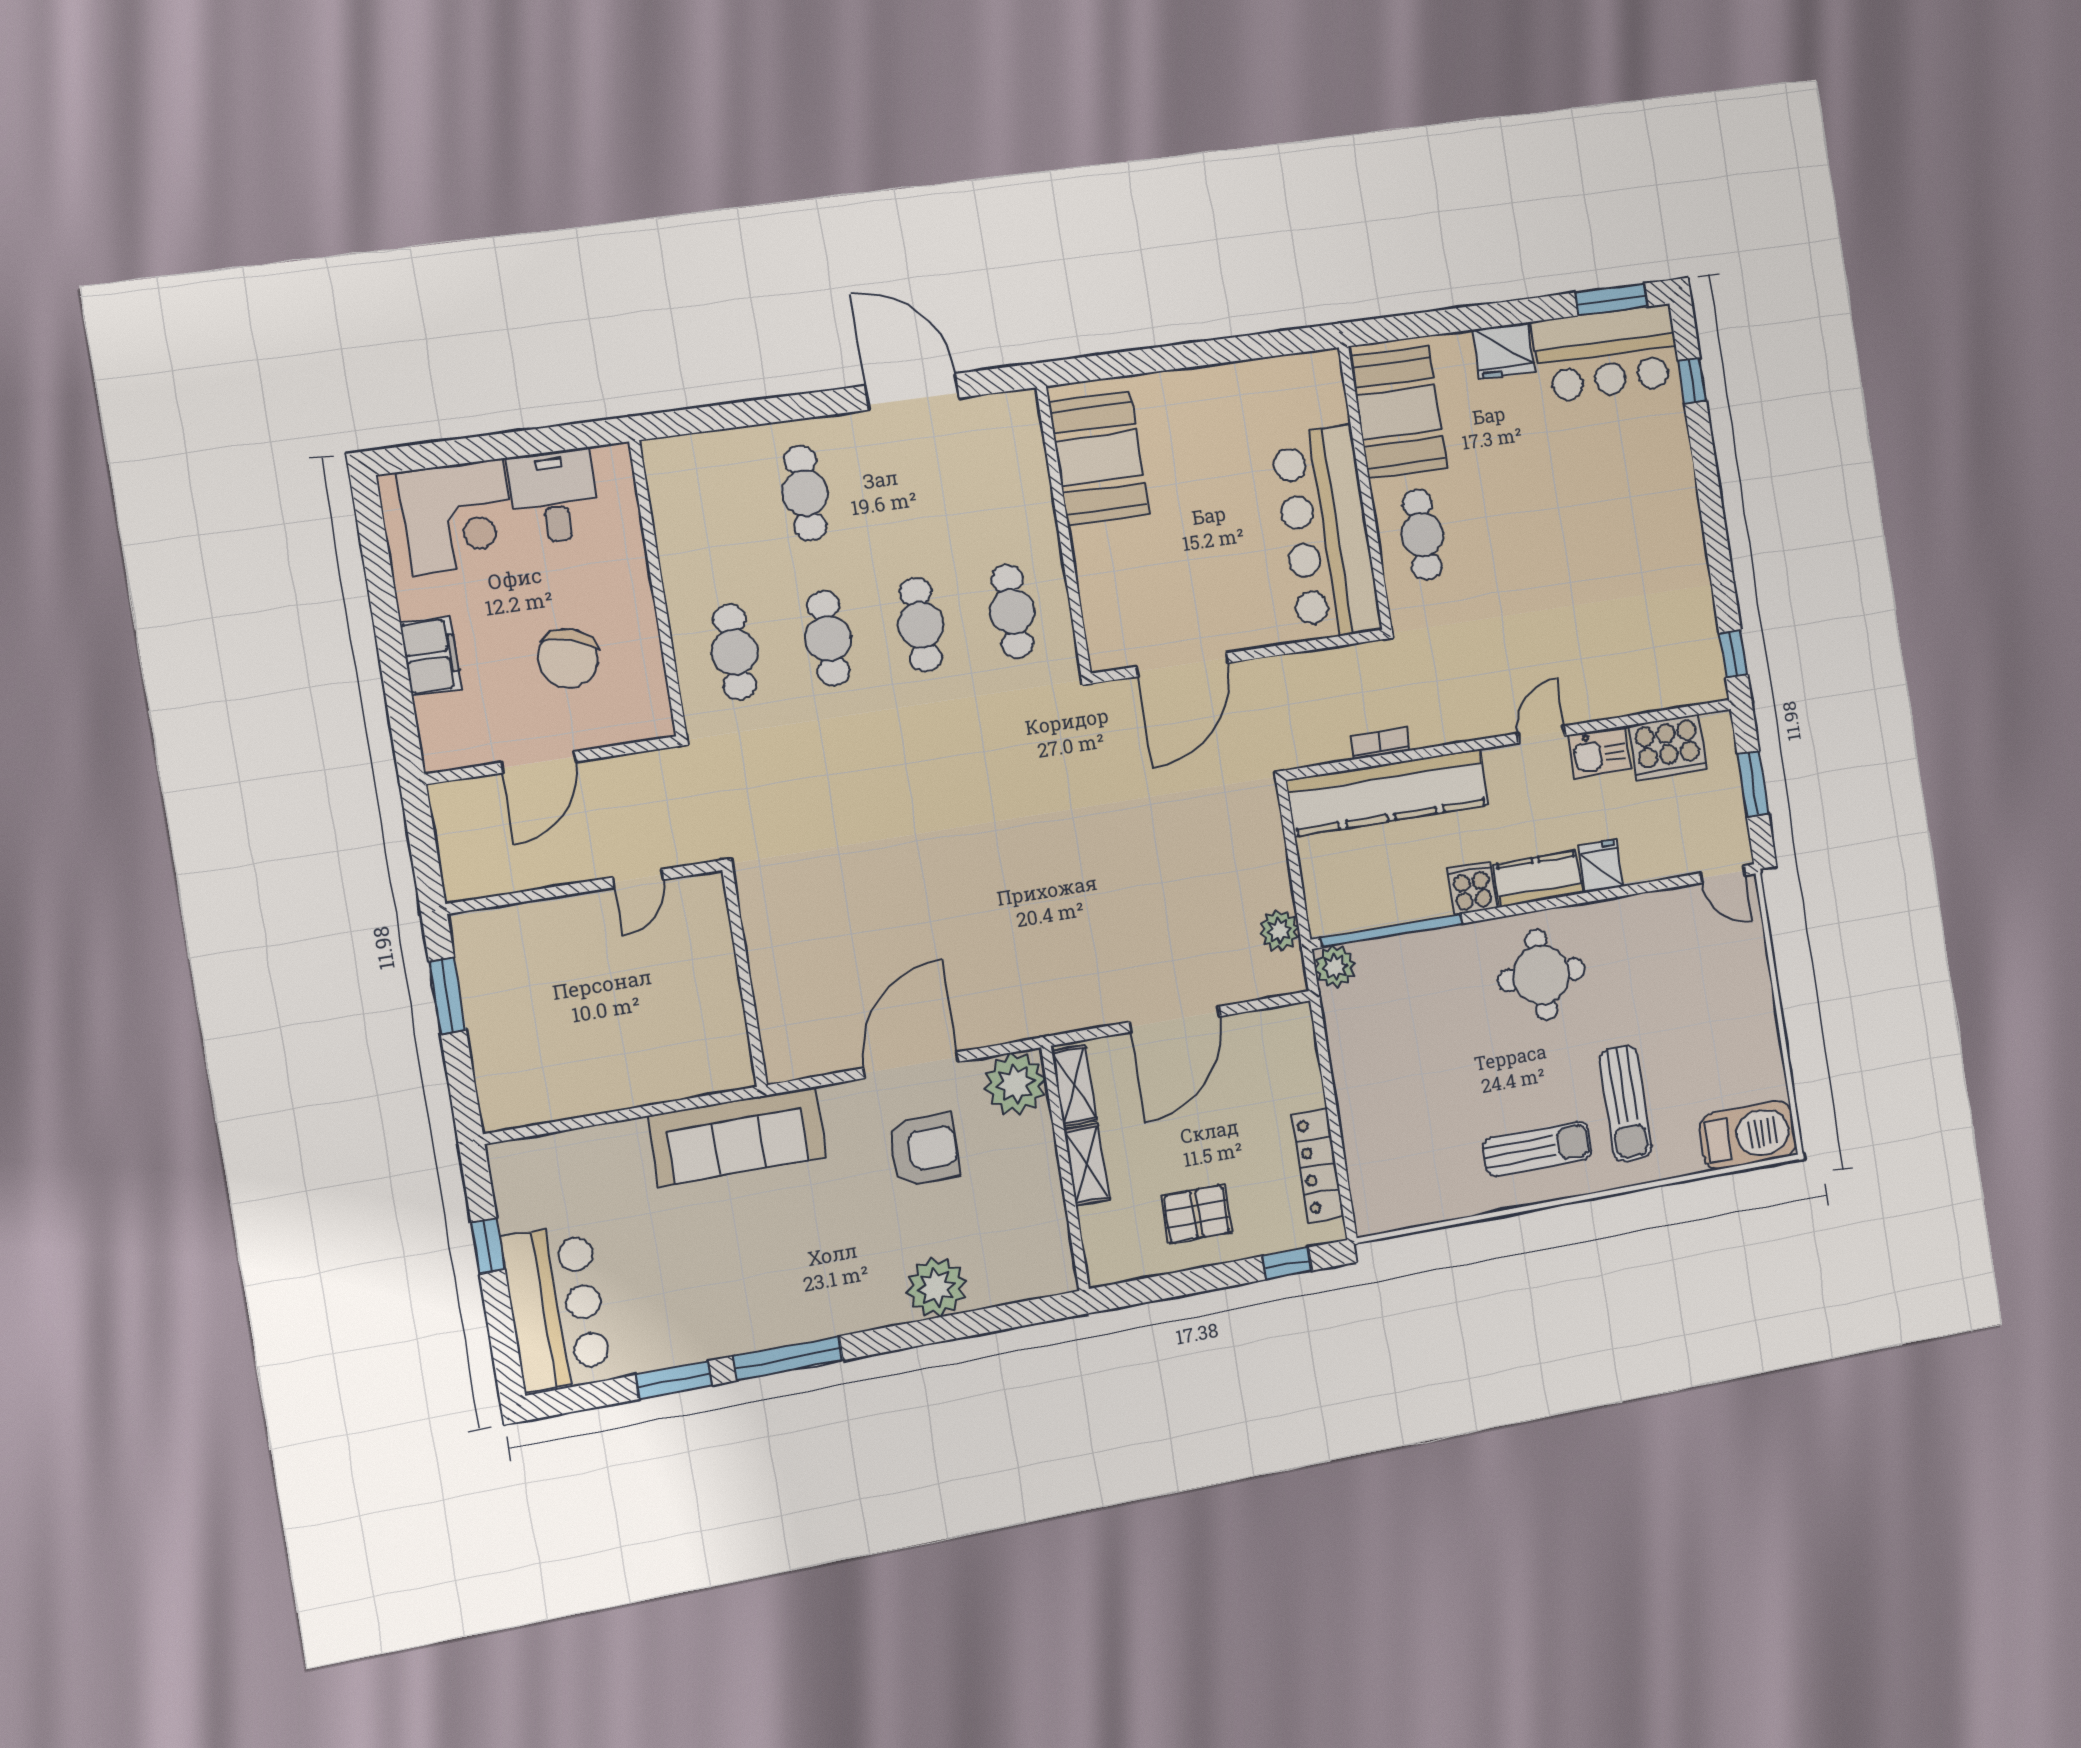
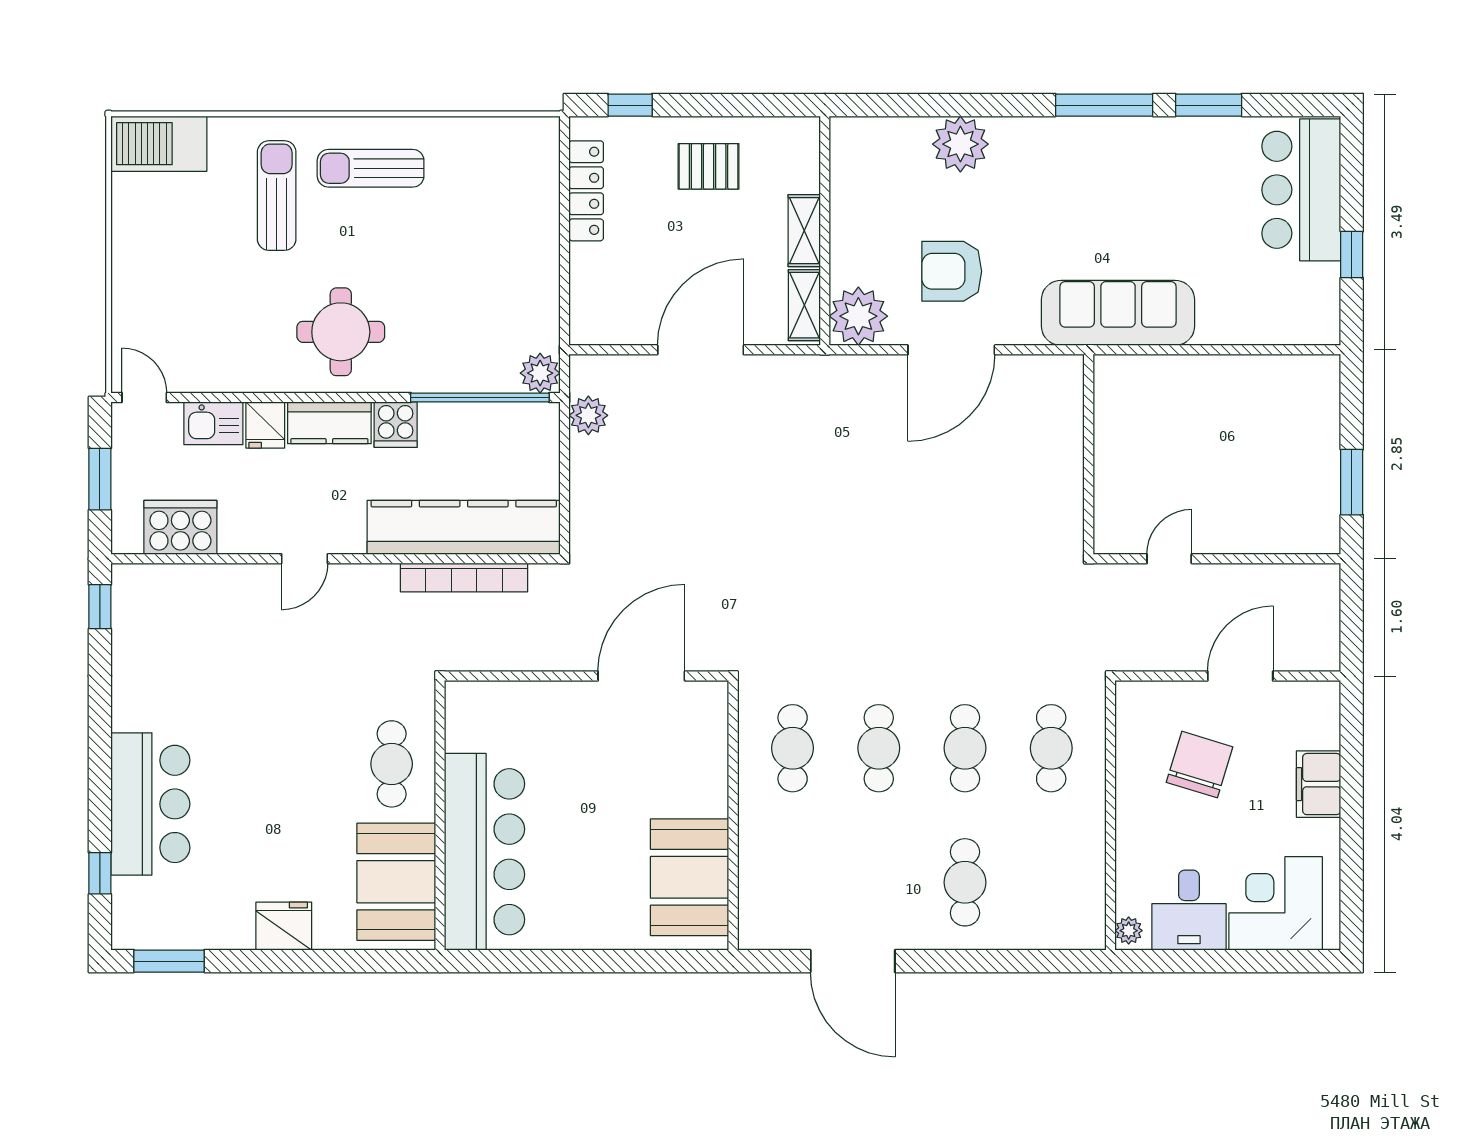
bar counter: (1606, 353) -> (150, 804), moved, turned 90
plant: (617, 465) -> (1129, 931), added
bar counter: (1326, 533) -> (484, 852), moved
bookcase: (1380, 744) -> (464, 578), width x2.31, depth x1.31
kitchen sink: (1600, 752) -> (213, 423), moved, turned 180

